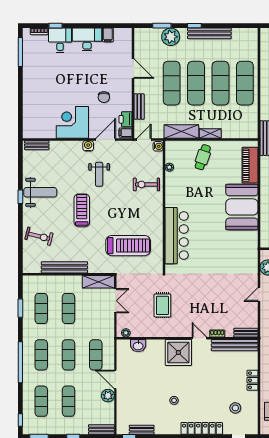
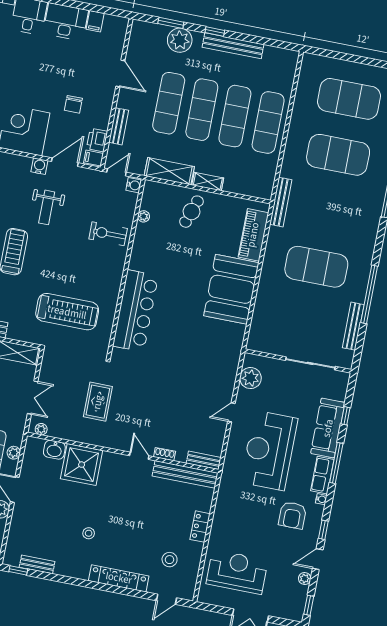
double door: (115, 301) -> (33, 398), moved
shower: (178, 352) -> (82, 465), moved
plant: (110, 353) -> (14, 453), added

